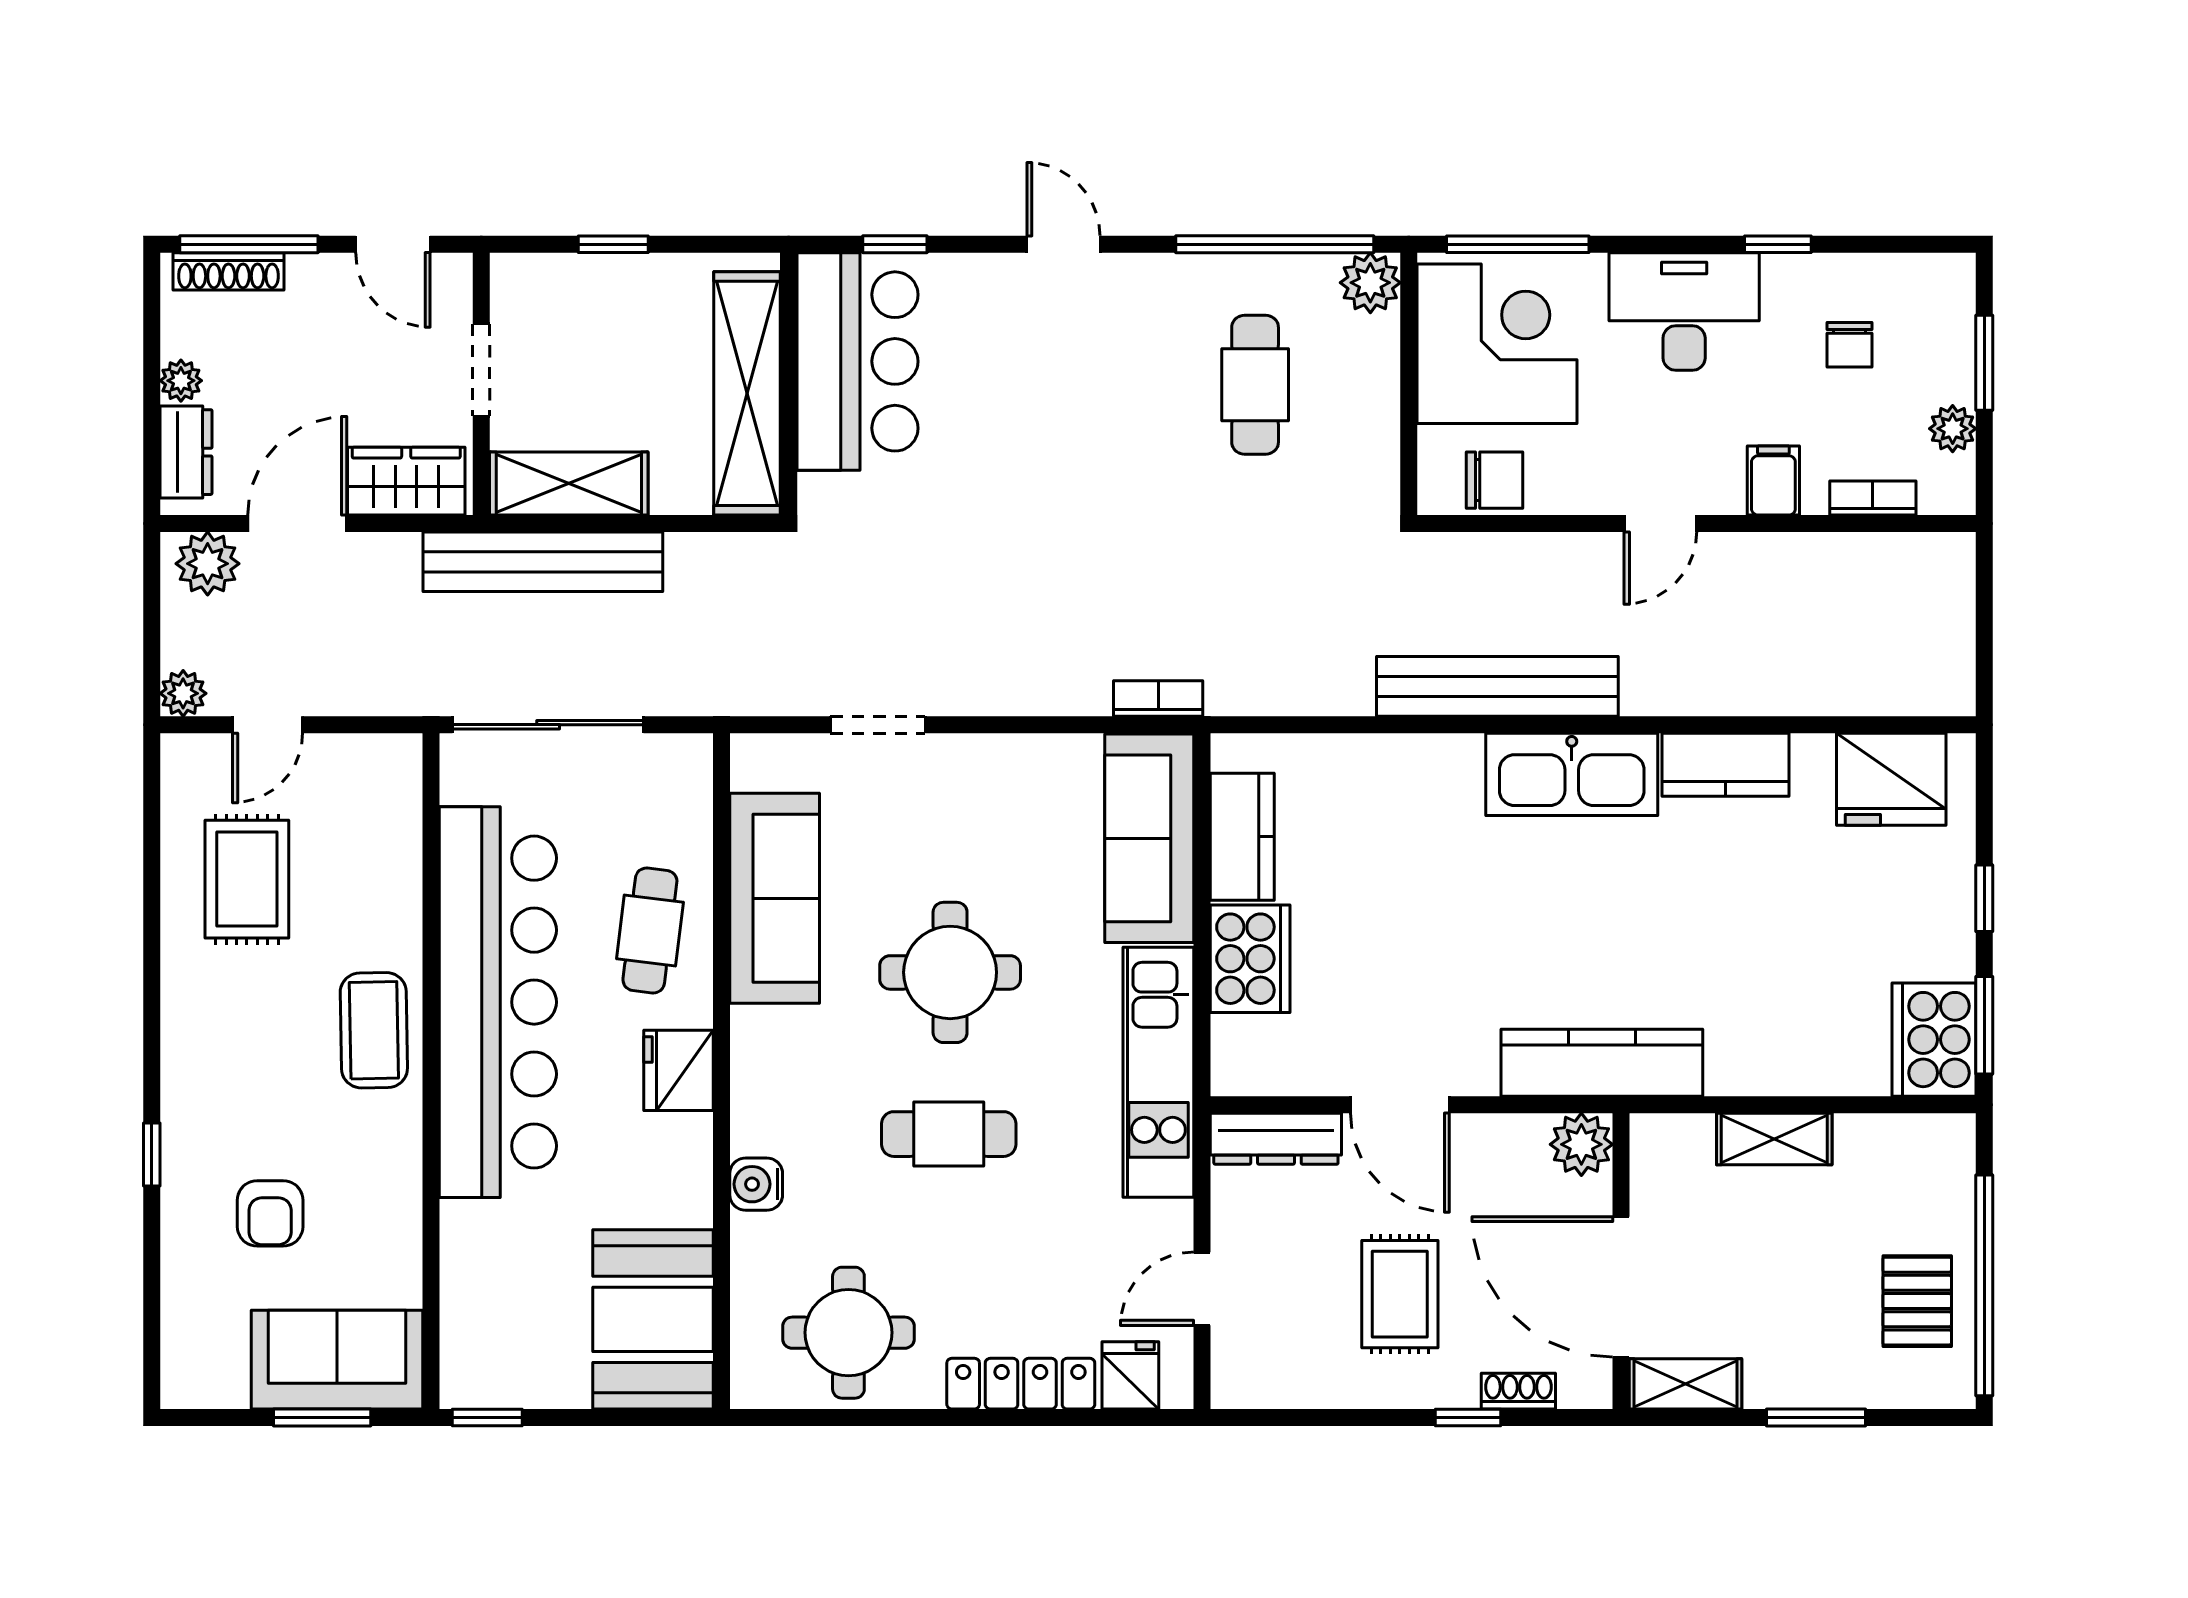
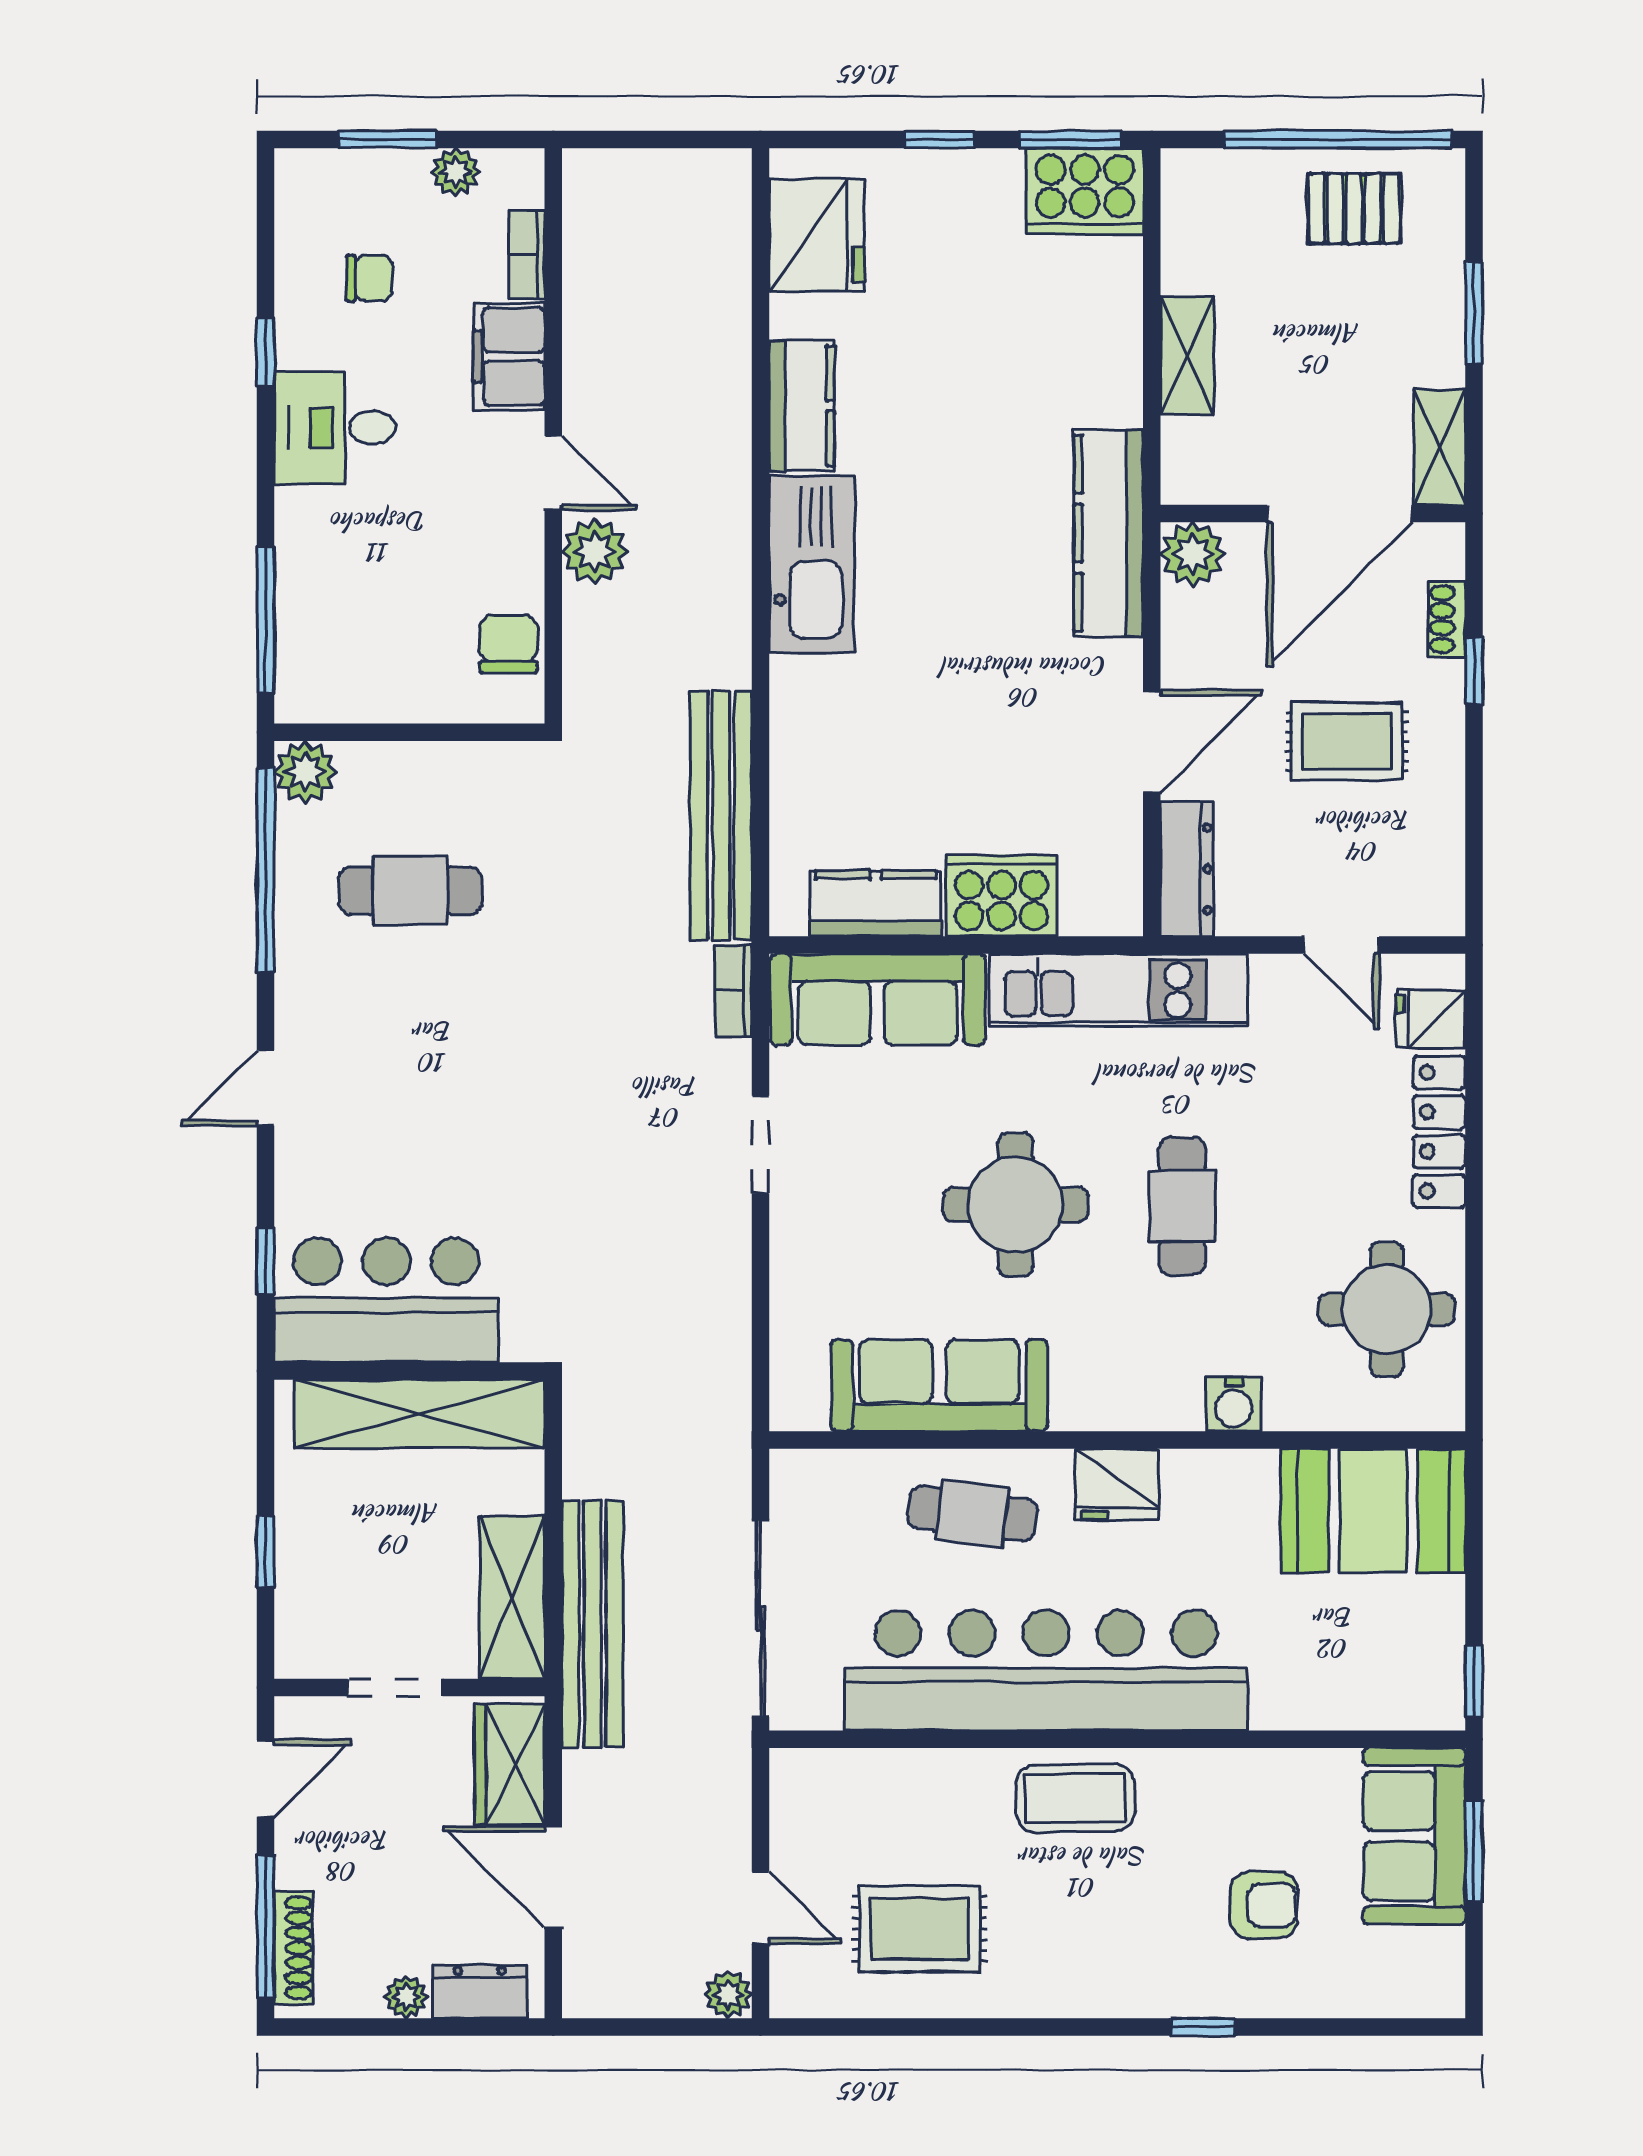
desk: (1684, 311) -> (335, 428), width x0.73
corner desk: (1497, 344) -> (368, 641), removed
filing cabinet: (1773, 481) -> (509, 357), width x2.00
plant: (208, 564) -> (595, 551), moved
bench: (1497, 686) -> (721, 816), moved
doorway: (878, 725) -> (760, 1144), moved

